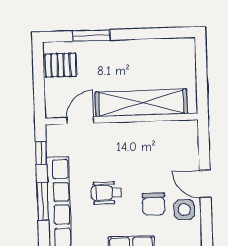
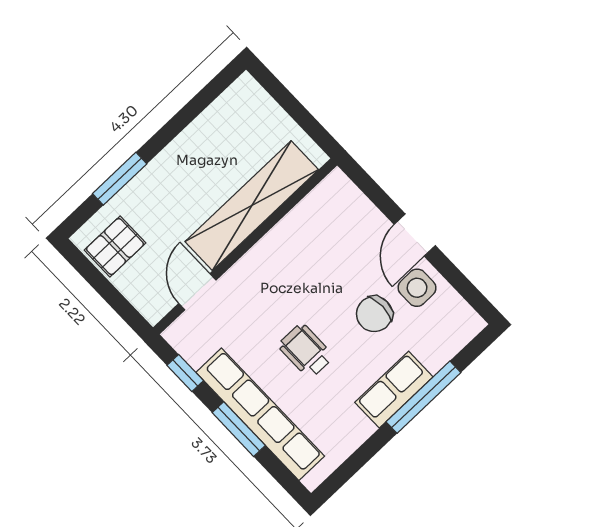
door: (205, 184) -> (415, 235), hinge flipped
wheelchair: (106, 193) -> (306, 351), turned 90
chair: (154, 204) -> (374, 314), turned 90

